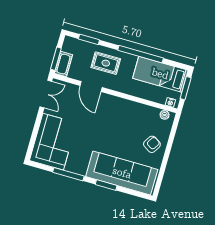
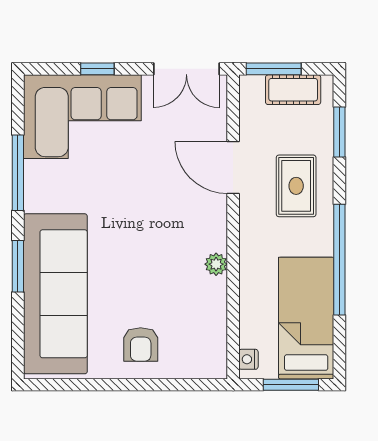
cot: (63, 64) -> (293, 90), moved
door: (91, 86) -> (233, 168), hinge flipped
plant: (165, 115) -> (216, 264), moved
window: (36, 130) -> (97, 69), added
armchair: (152, 144) -> (141, 344), turned 58

